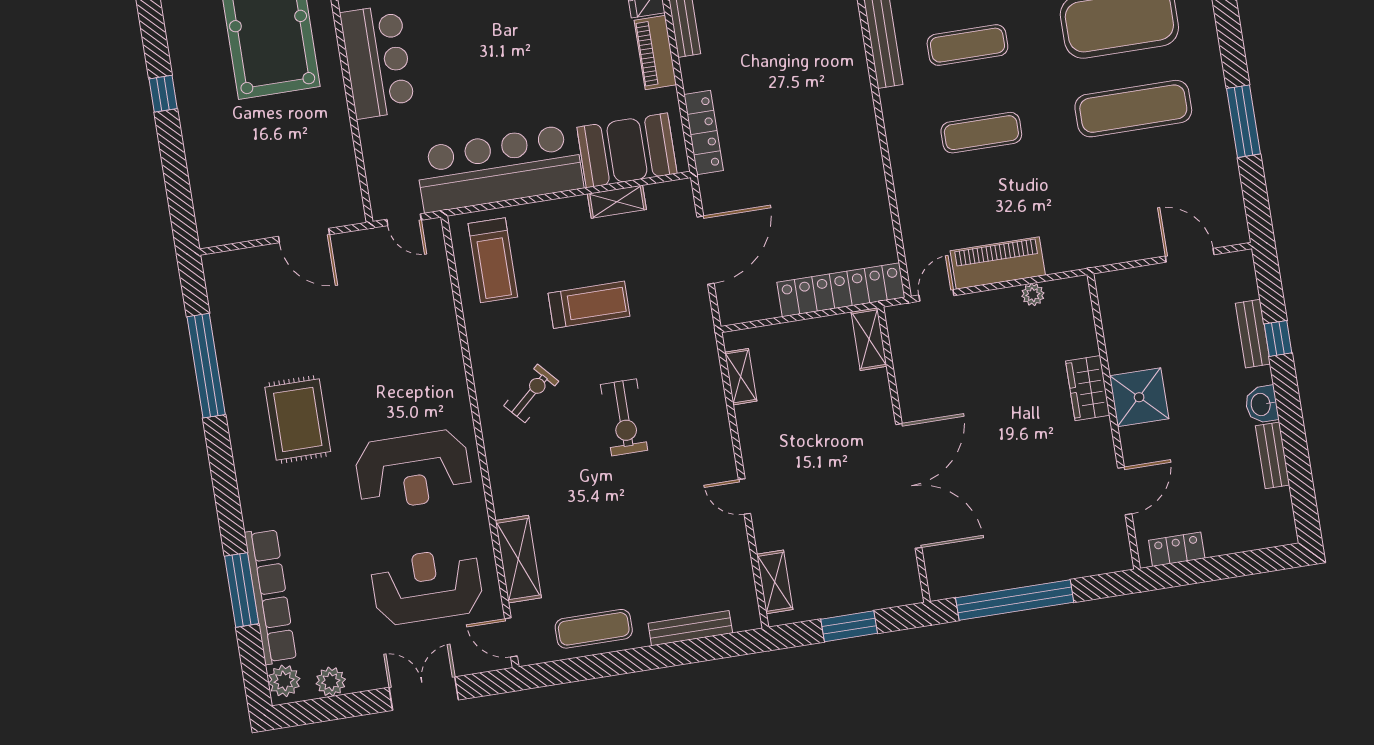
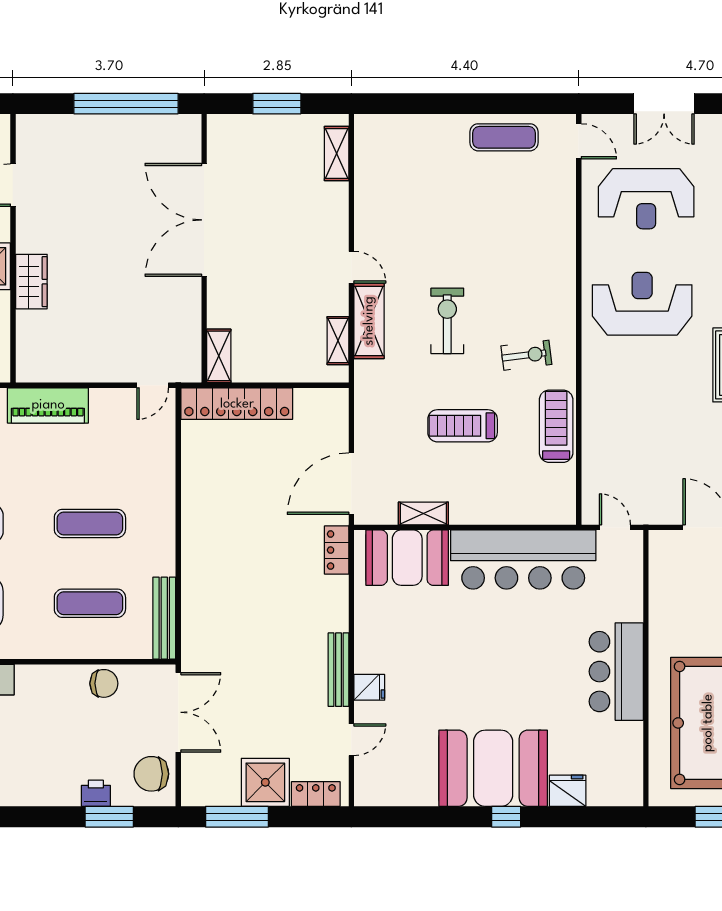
piano: (655, 52) -> (368, 641), removed
locker: (704, 132) -> (337, 550), width x0.66
door: (706, 250) -> (351, 484), moved
treadmill: (493, 260) -> (556, 426), moved
piano: (998, 263) -> (48, 405), moved
plant: (1033, 295) -> (67, 372), removed
exercise bike: (531, 393) -> (526, 355), turned -145
door: (745, 497) -> (351, 267), moved
shelving: (518, 559) -> (369, 321), moved
bench: (690, 628) -> (418, 124), removed

